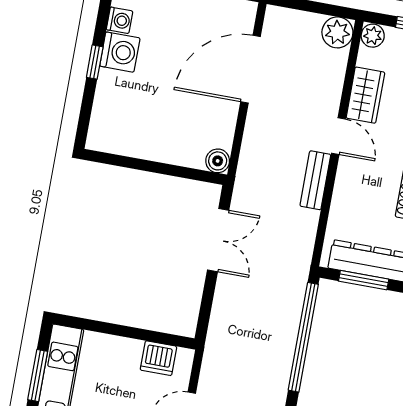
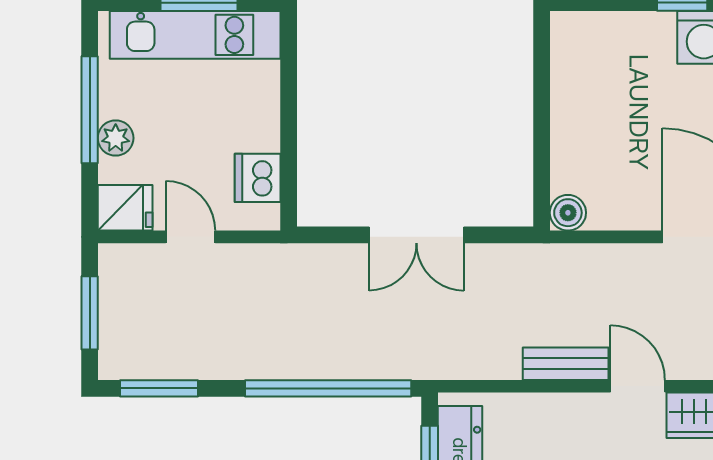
door: (338, 136) -> (638, 386), swing flipped
double door: (218, 240) -> (416, 235), moved

